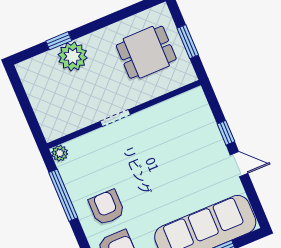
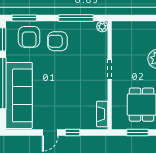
fireplace: (183, 102) -> (102, 114), added
armchair: (107, 207) -> (57, 41), turned 180

